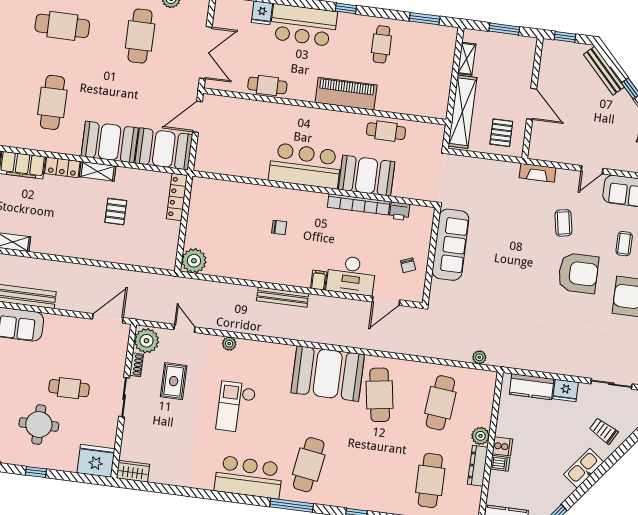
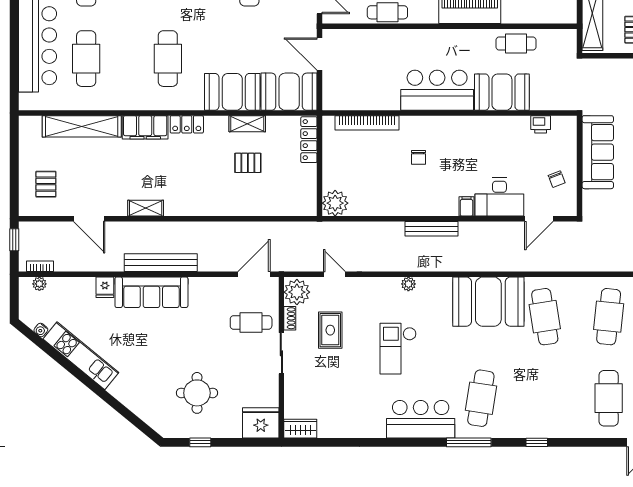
door: (197, 117) -> (320, 54), hinge flipped
shelving: (98, 171) -> (247, 124), moved
bookcase: (359, 204) -> (367, 123), moved
pallet: (116, 212) -> (248, 163), turned 90
chair: (279, 227) -> (419, 157), turned 90
plant: (229, 344) -> (408, 284), moved
cafe table: (69, 388) -> (251, 322), moved

